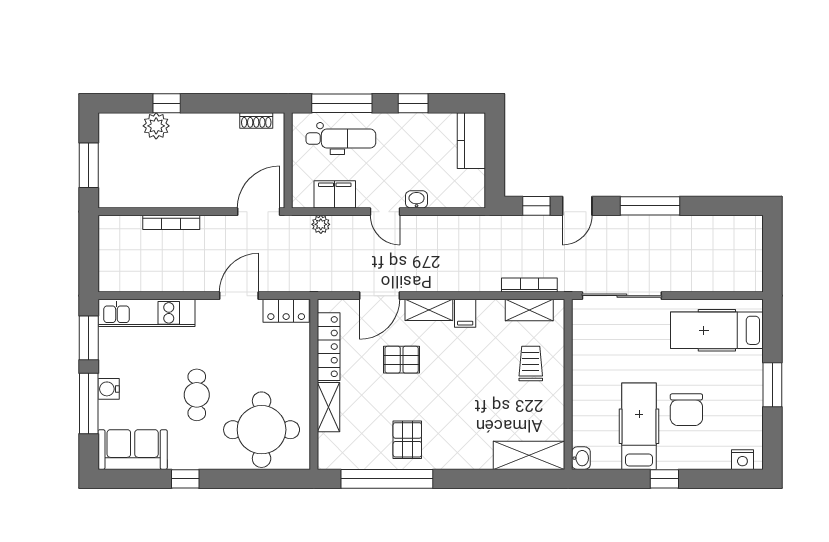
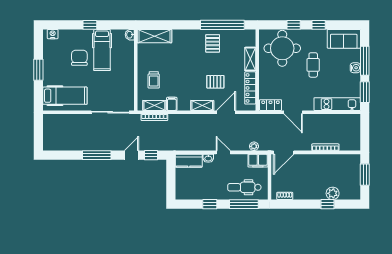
kitchen counter: (471, 141) -> (189, 161), moved, turned 90
filing cabinet: (335, 194) -> (258, 161), moved
door: (239, 296) -> (293, 112), hinge flipped
filing cabinet: (465, 313) -> (172, 104), moved
window: (238, 479) -> (294, 25), added

